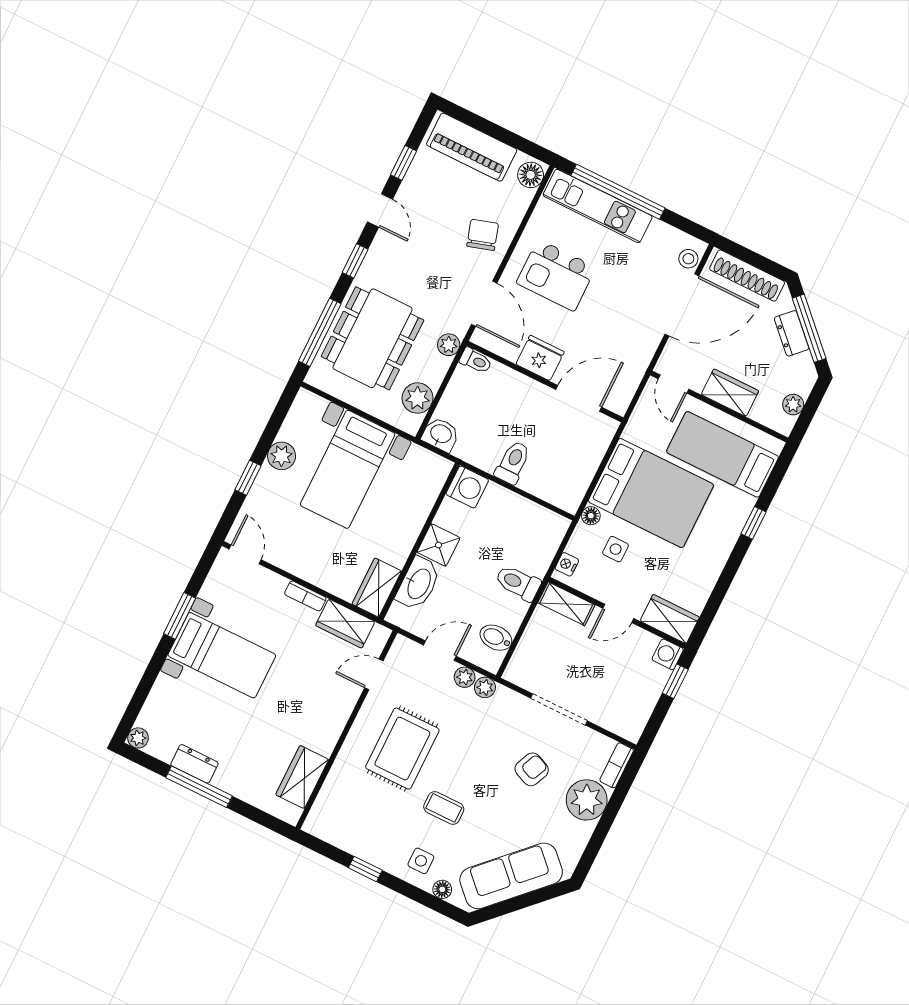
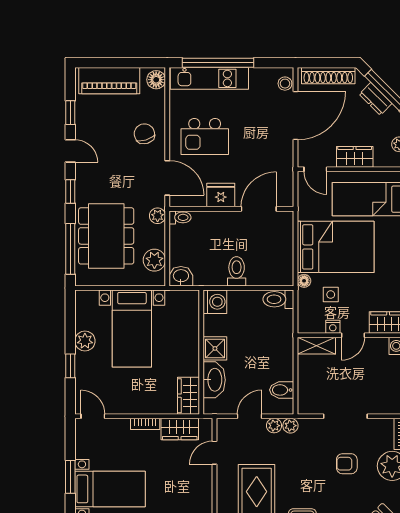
nightstand: (567, 564) -> (333, 327), moved, turned -90
toilet: (518, 583) -> (278, 299), moved
armchair: (532, 769) -> (347, 464), turned -114

